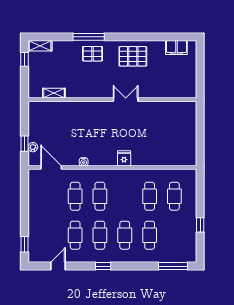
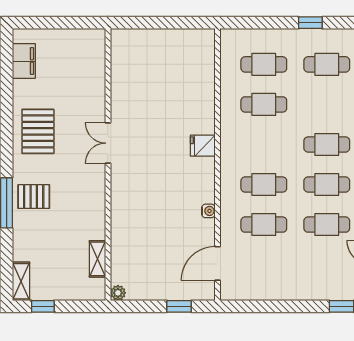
pallet: (92, 54) -> (34, 197), turned 90
plant: (33, 147) -> (118, 293), moved
cafe table: (150, 235) -> (327, 64), moved

